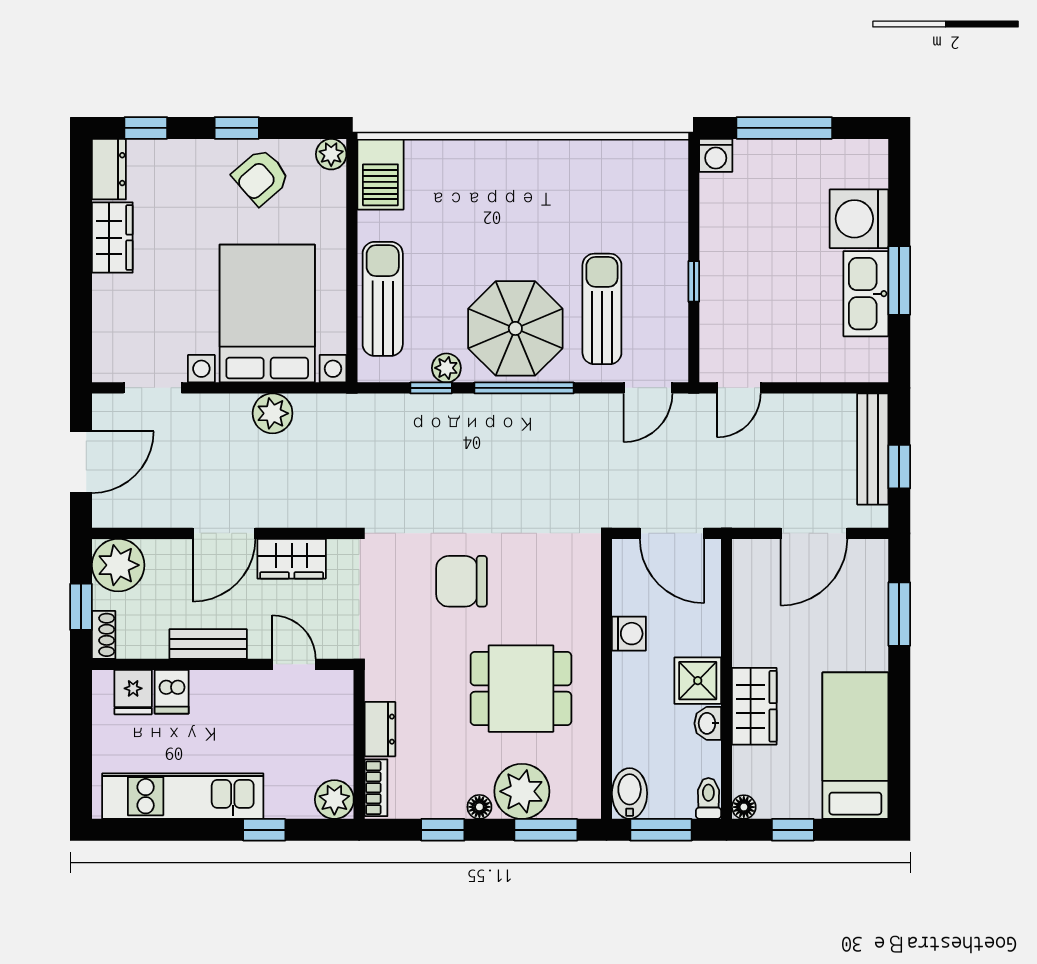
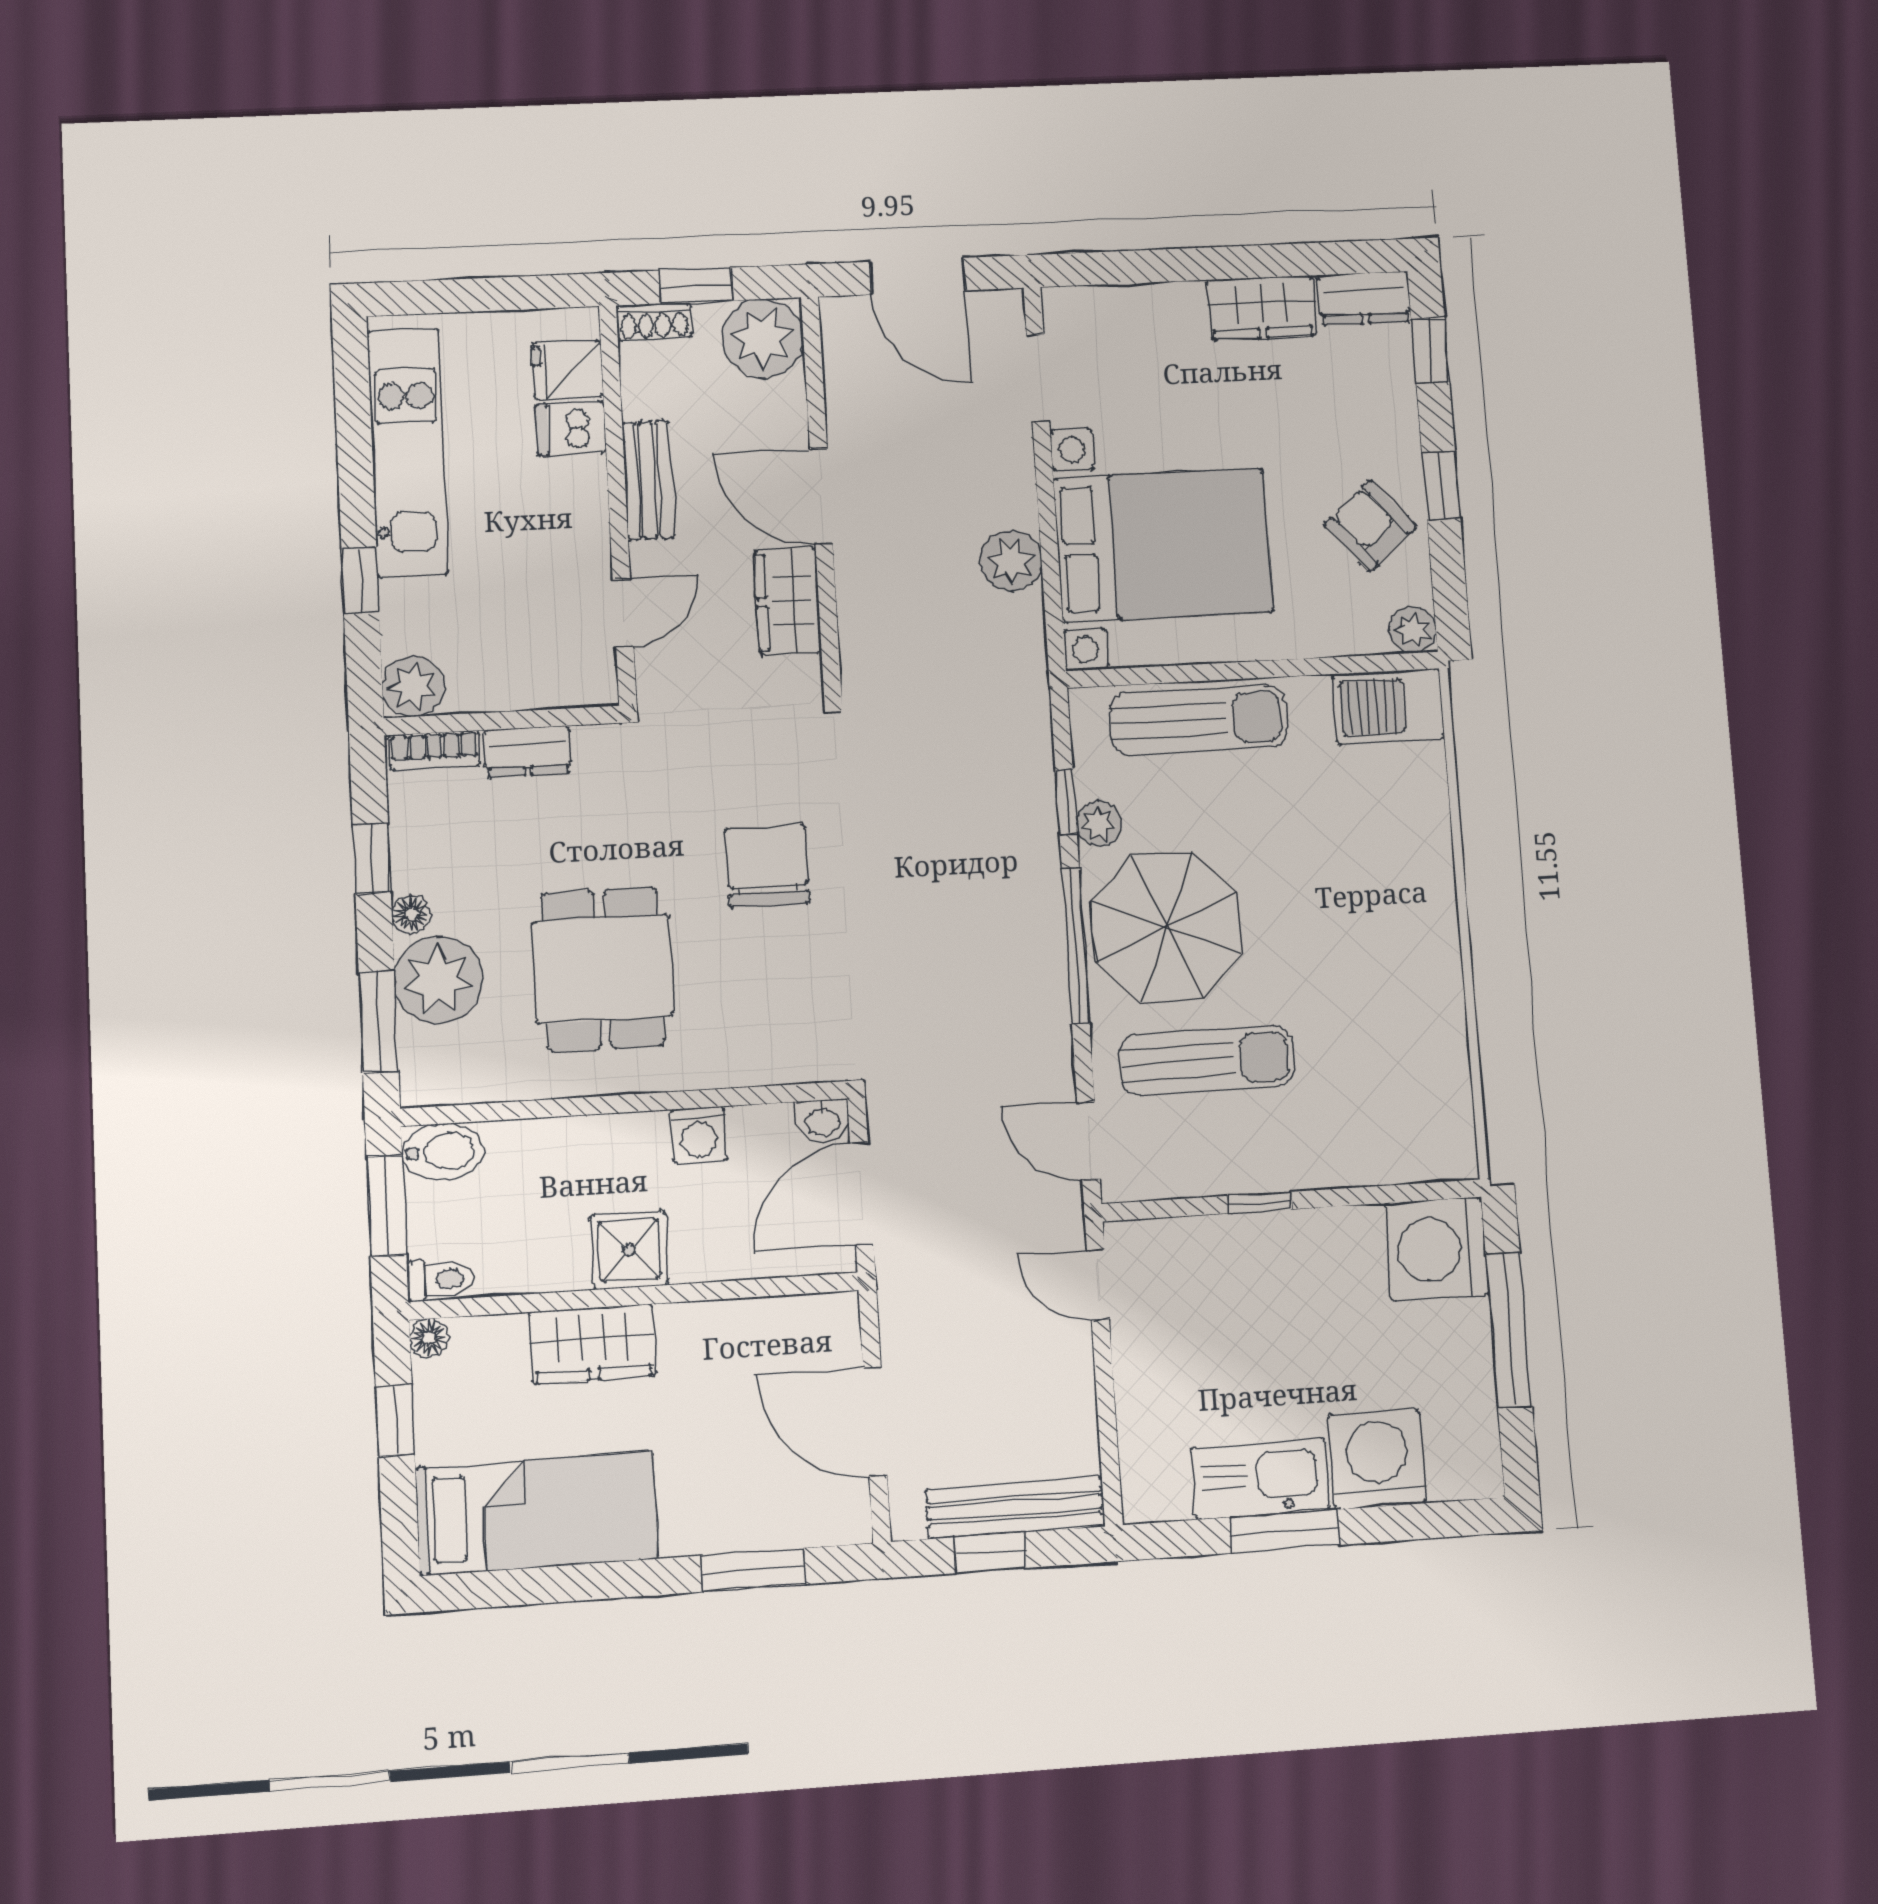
washing machine: (716, 155) -> (1437, 1249), width x1.89, depth x1.89
washbasin: (708, 723) -> (823, 1121), moved, turned 180

